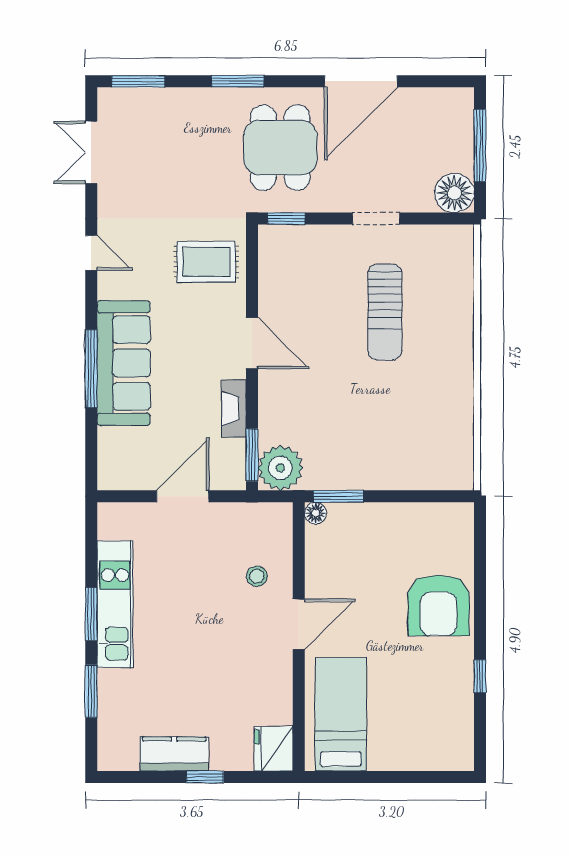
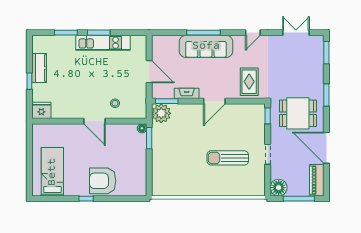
piano: (437, 104) -> (317, 180), added
window: (480, 676) -> (86, 199), moved
bed: (341, 714) -> (52, 172), moved, turned -90

